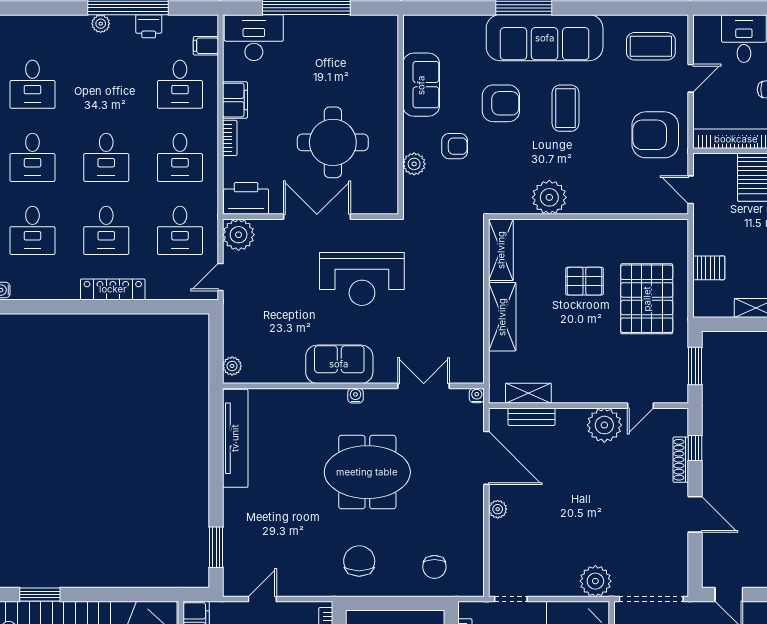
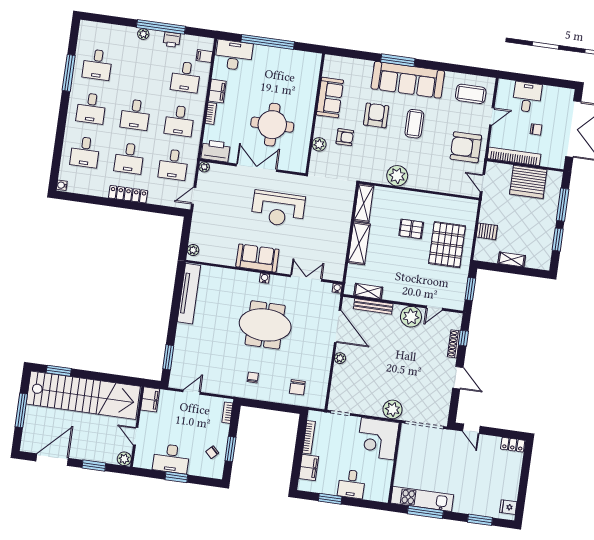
armchair: (501, 103) -> (376, 115), turned -90
plant: (239, 235) -> (204, 167), width x0.53, depth x0.53
bench: (532, 417) -> (373, 306), width x1.36
chair: (359, 561) -> (253, 377), width x0.54, depth x0.54

